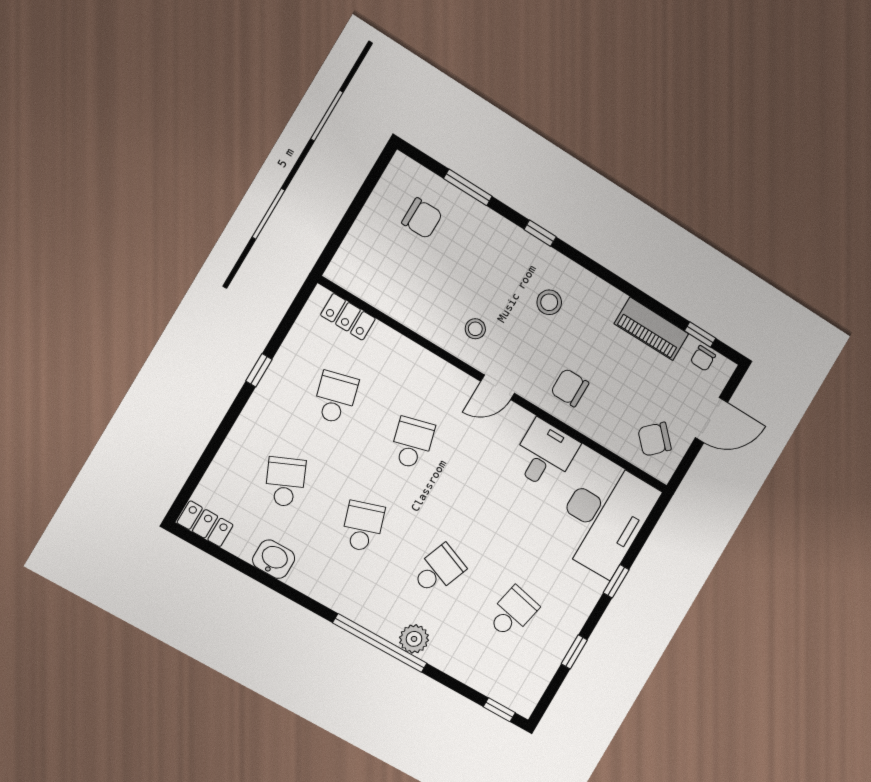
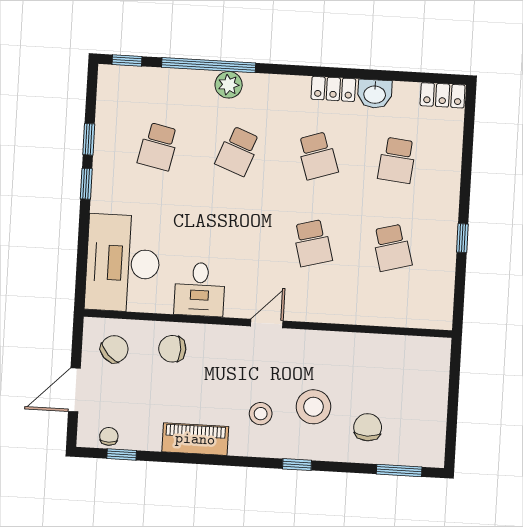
window: (468, 187) -> (399, 470), moved
chair: (422, 218) -> (368, 427), moved, turned 90
locker: (348, 317) -> (333, 89), moved, turned 180
stool: (475, 329) -> (313, 407), moved, width x1.89, depth x1.89
piano: (651, 329) -> (195, 439), moved
chair: (570, 388) -> (172, 349), moved, turned 180
school desk: (285, 482) -> (397, 160), turned 30
window: (616, 581) -> (86, 184), moved
window: (380, 643) -> (209, 65), moved

